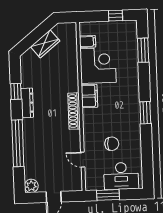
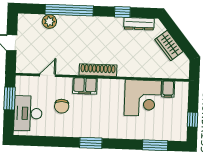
filing cabinet: (89, 96) -> (85, 86), moved
dresser: (27, 103) -> (139, 24), moved
plant: (31, 186) -> (49, 21), moved

